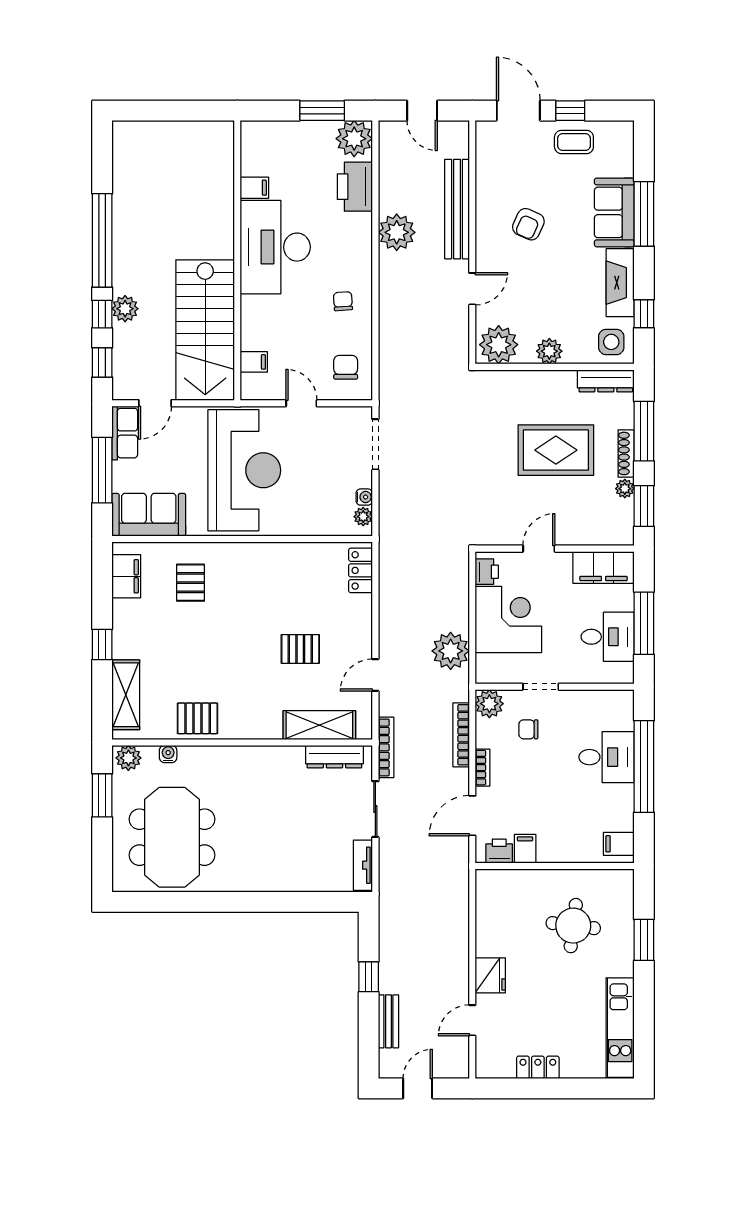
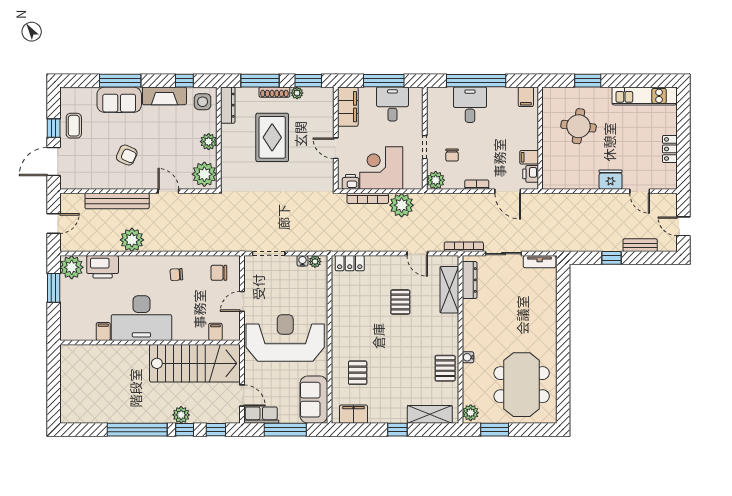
pallet: (191, 583) -> (358, 373), turned 90
bookcase: (461, 735) -> (368, 198), moved
water cooler: (168, 754) -> (468, 357), moved
meeting table: (172, 837) -> (522, 385), turned 90

